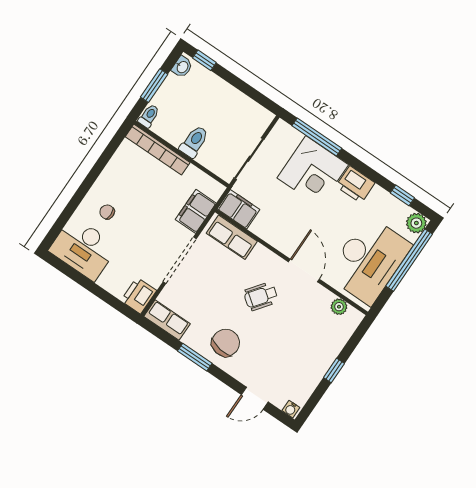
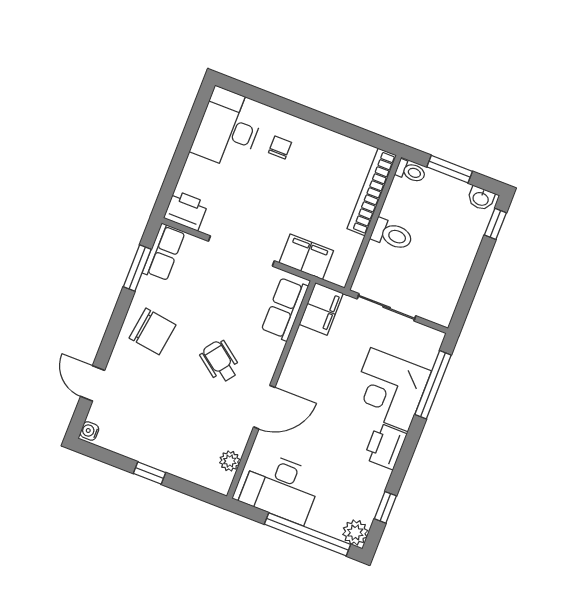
desk: (369, 260) -> (281, 488), width x0.73, depth x0.77
window: (195, 357) -> (137, 268), moved

